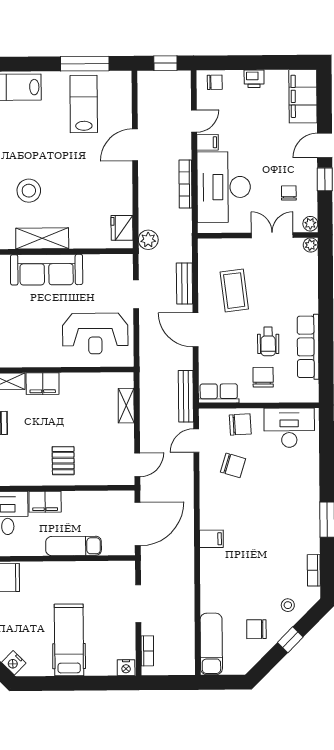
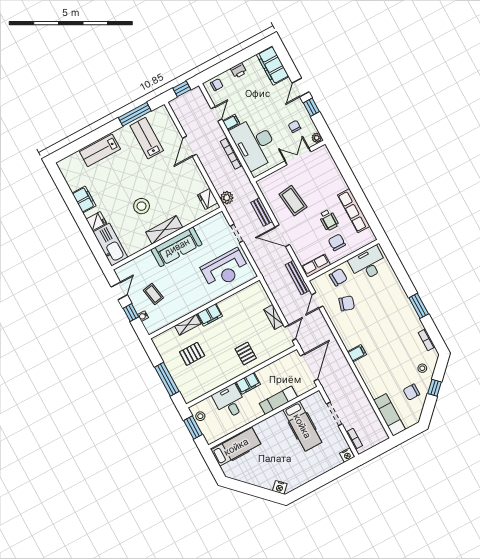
plant: (311, 245) -> (323, 150), removed
shelving: (126, 406) -> (274, 317), moved
hospital bed: (69, 640) -> (302, 426), moved, turned 180

